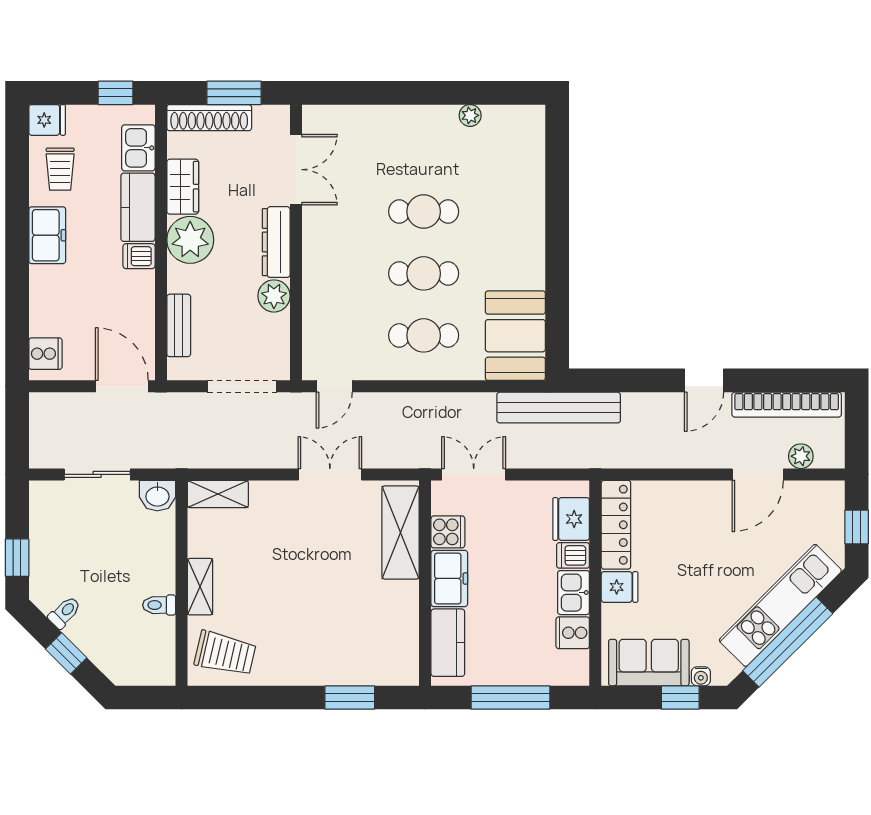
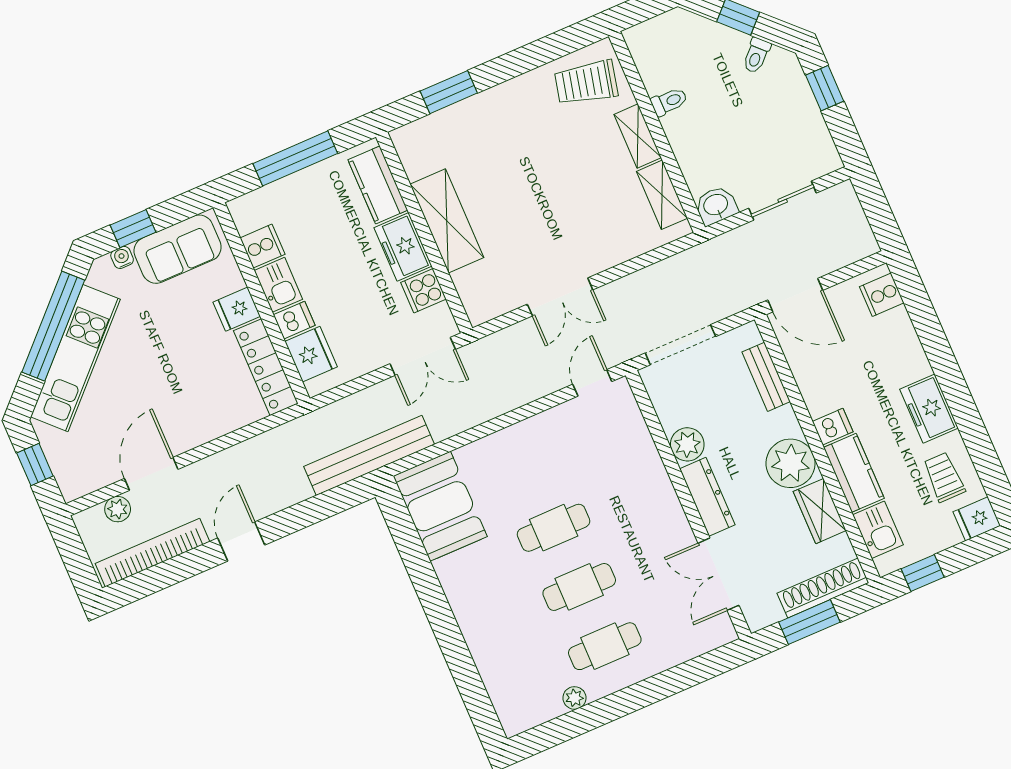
cafe table: (424, 335) -> (605, 646), moved
shelving: (218, 494) -> (662, 195), moved, turned 90
shelving: (401, 533) -> (447, 221), moved

